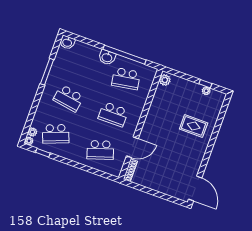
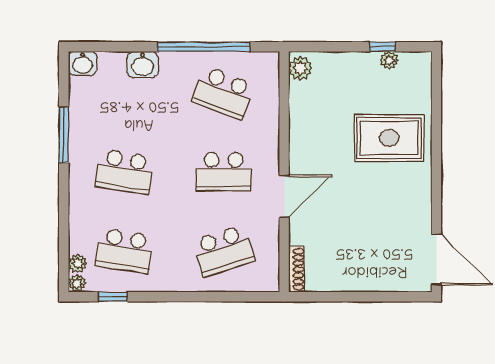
washbasin: (107, 57) -> (143, 65), moved
school desk: (126, 79) -> (223, 93), turned 30
rug: (194, 126) -> (389, 138), width x1.36, depth x1.43
school desk: (56, 134) -> (124, 251), turned 30
door: (132, 147) -> (284, 196), moved

